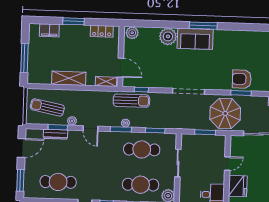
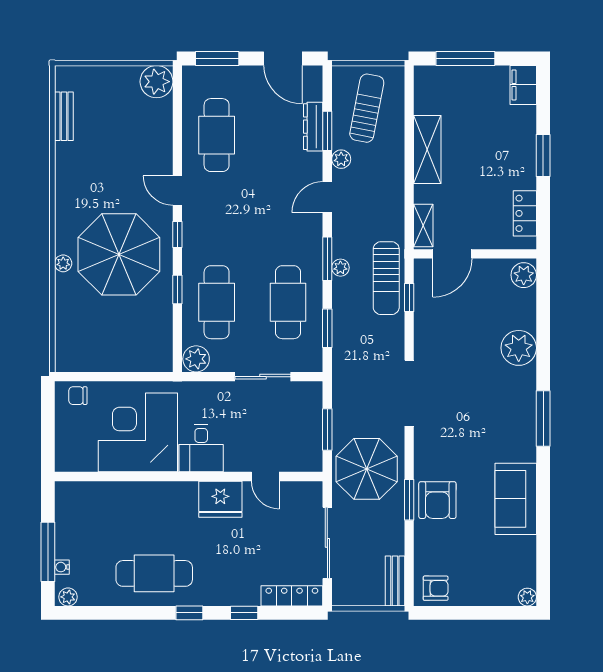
filing cabinet: (49, 30) -> (523, 85), moved
sofa: (195, 39) -> (516, 499), moved
armchair: (242, 79) -> (437, 500), turned 180

